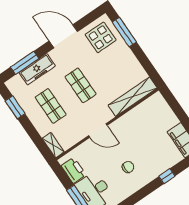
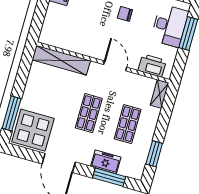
display table: (101, 37) -> (33, 130), width x1.36, depth x1.36
freezer: (37, 69) -> (106, 162), width x0.71
printer: (74, 170) -> (152, 66), moved, turned 90

